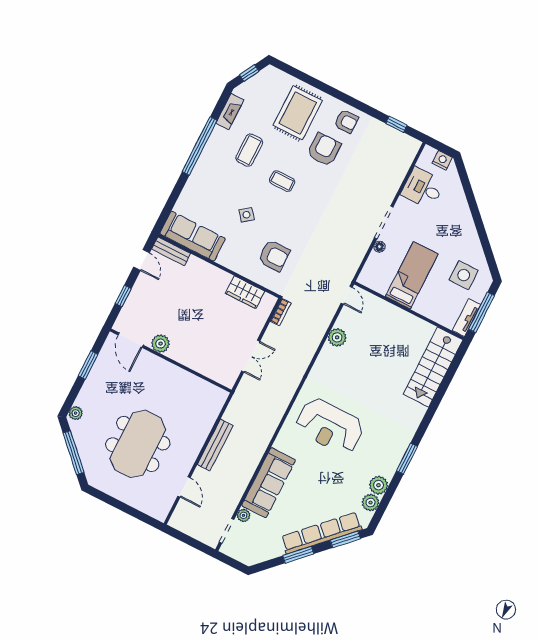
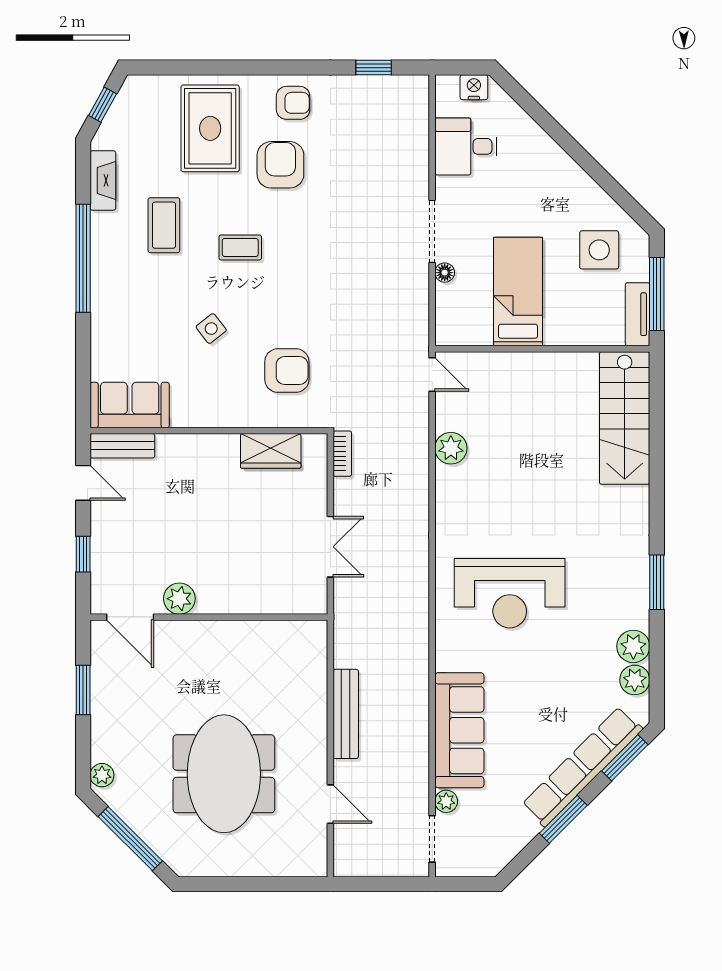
sofa: (193, 236) -> (130, 405), width x0.73

